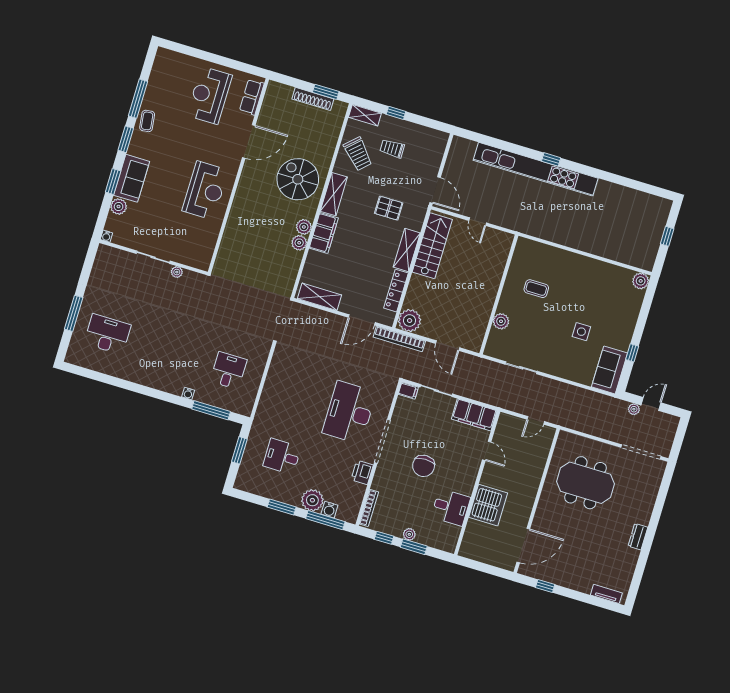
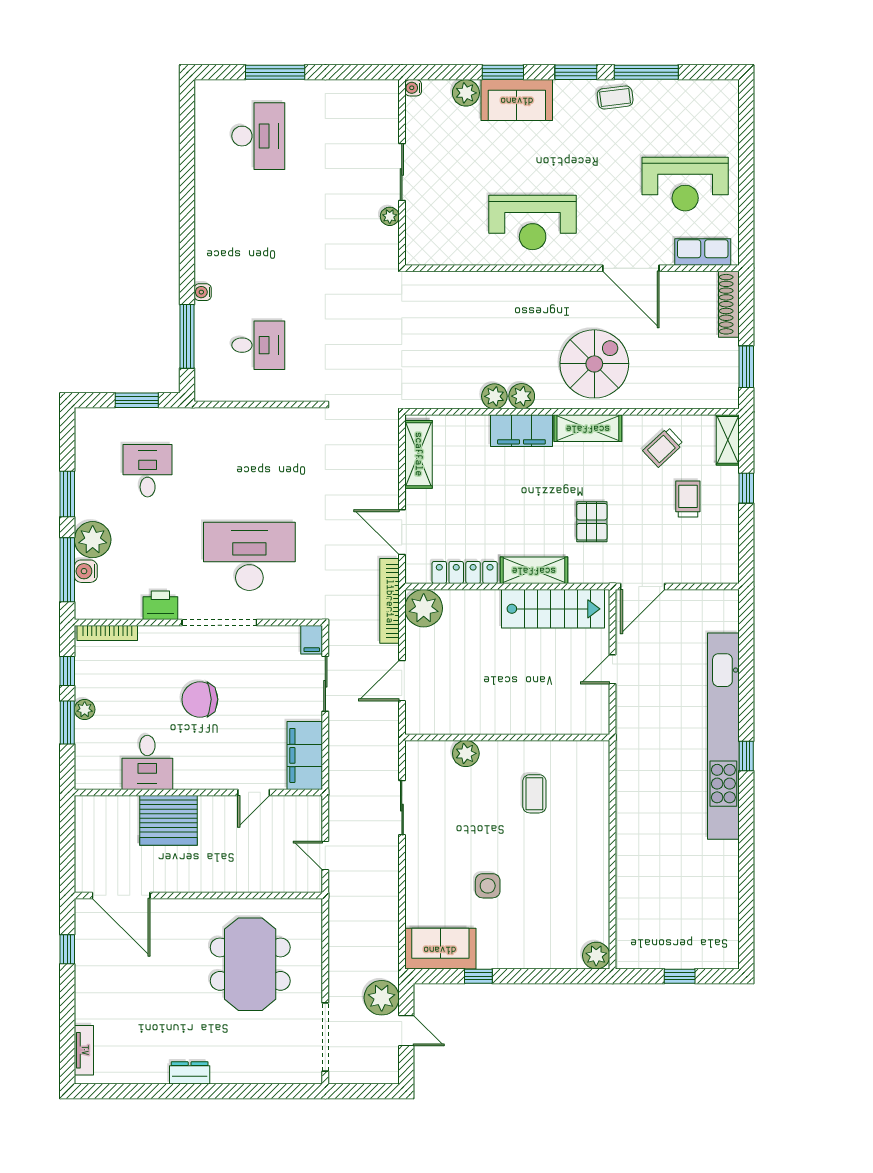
reception desk: (209, 95) -> (685, 184), turned 180
shoe rack: (313, 99) -> (729, 304), moved
trolley: (358, 154) -> (663, 447), width x0.73, depth x0.72
plant: (634, 409) -> (382, 998), width x1.87, depth x1.87

